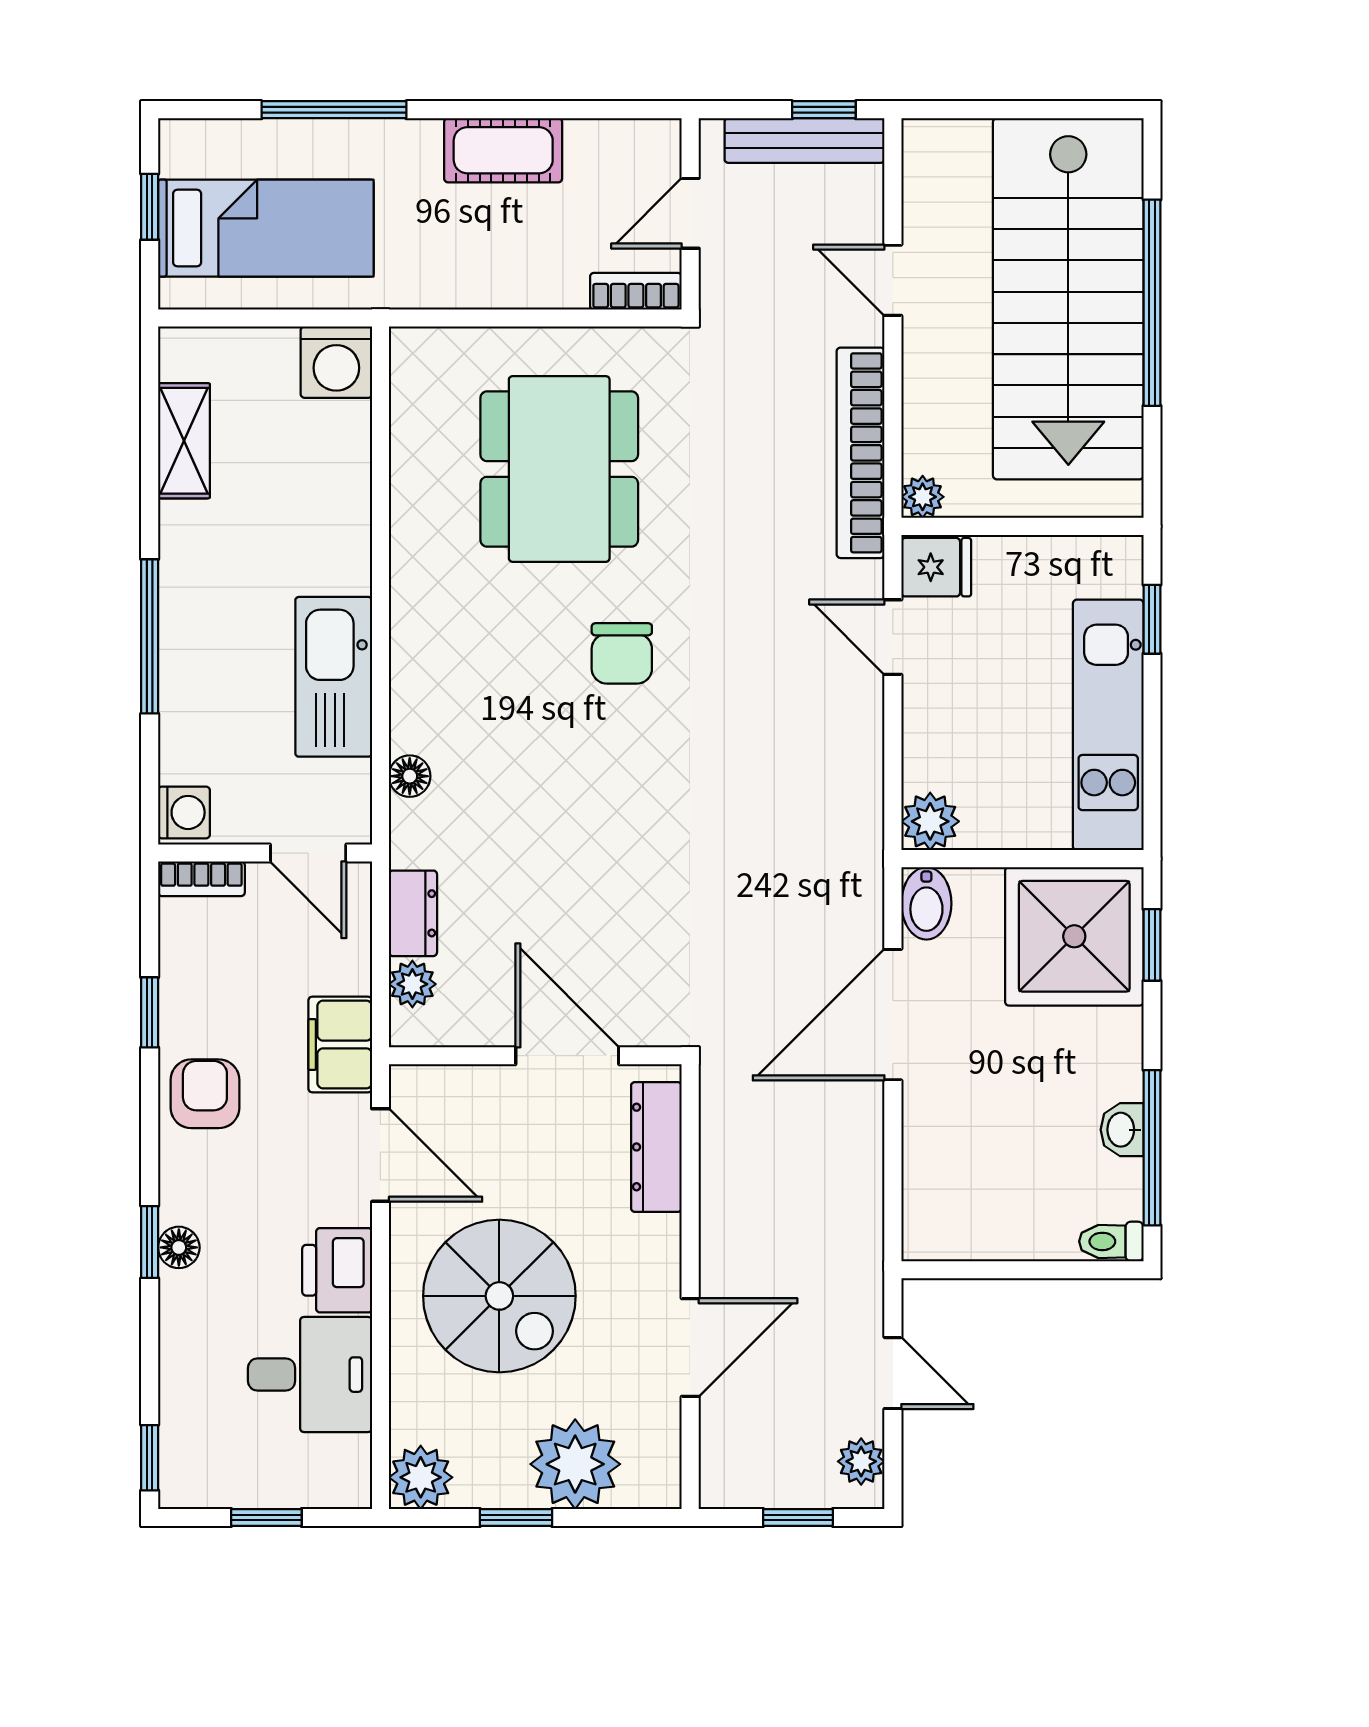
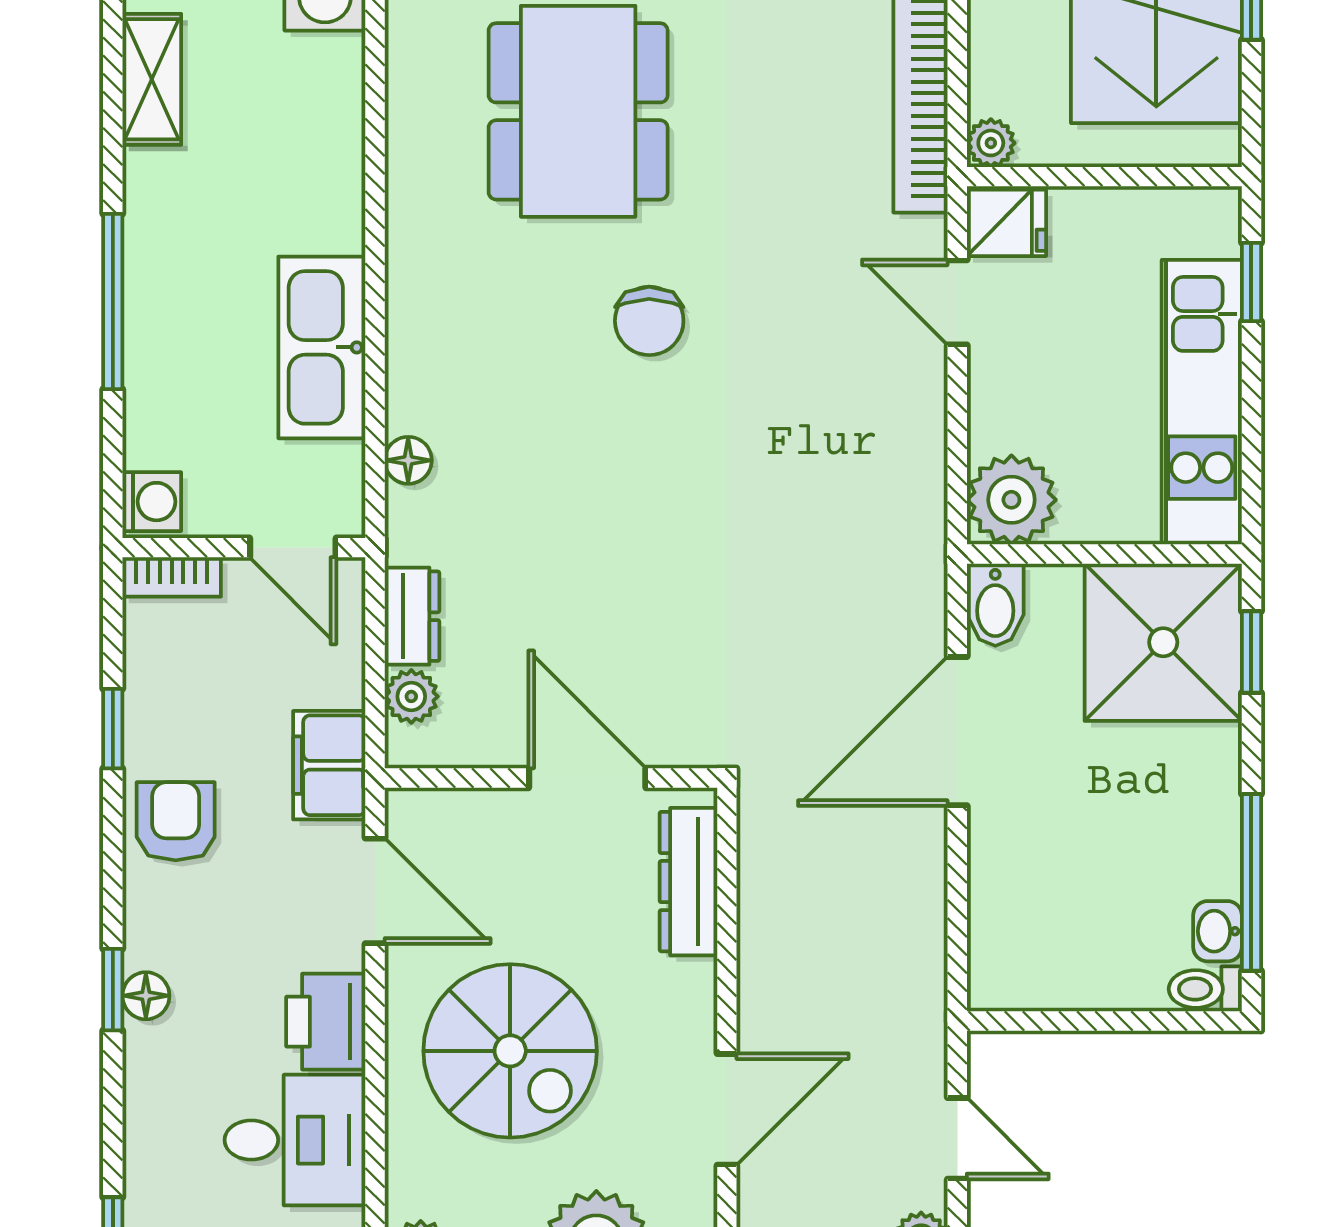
plant: (930, 821) -> (1011, 500), width x1.36, depth x1.36
washbasin: (1122, 1130) -> (1217, 931), moved

